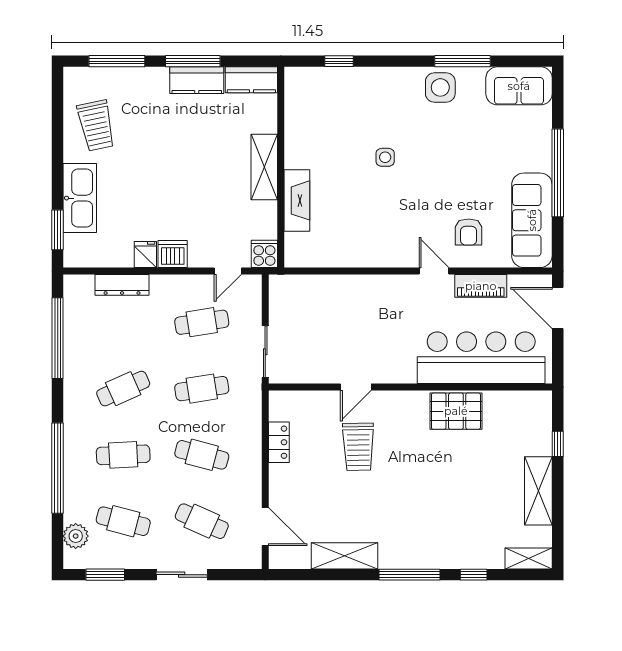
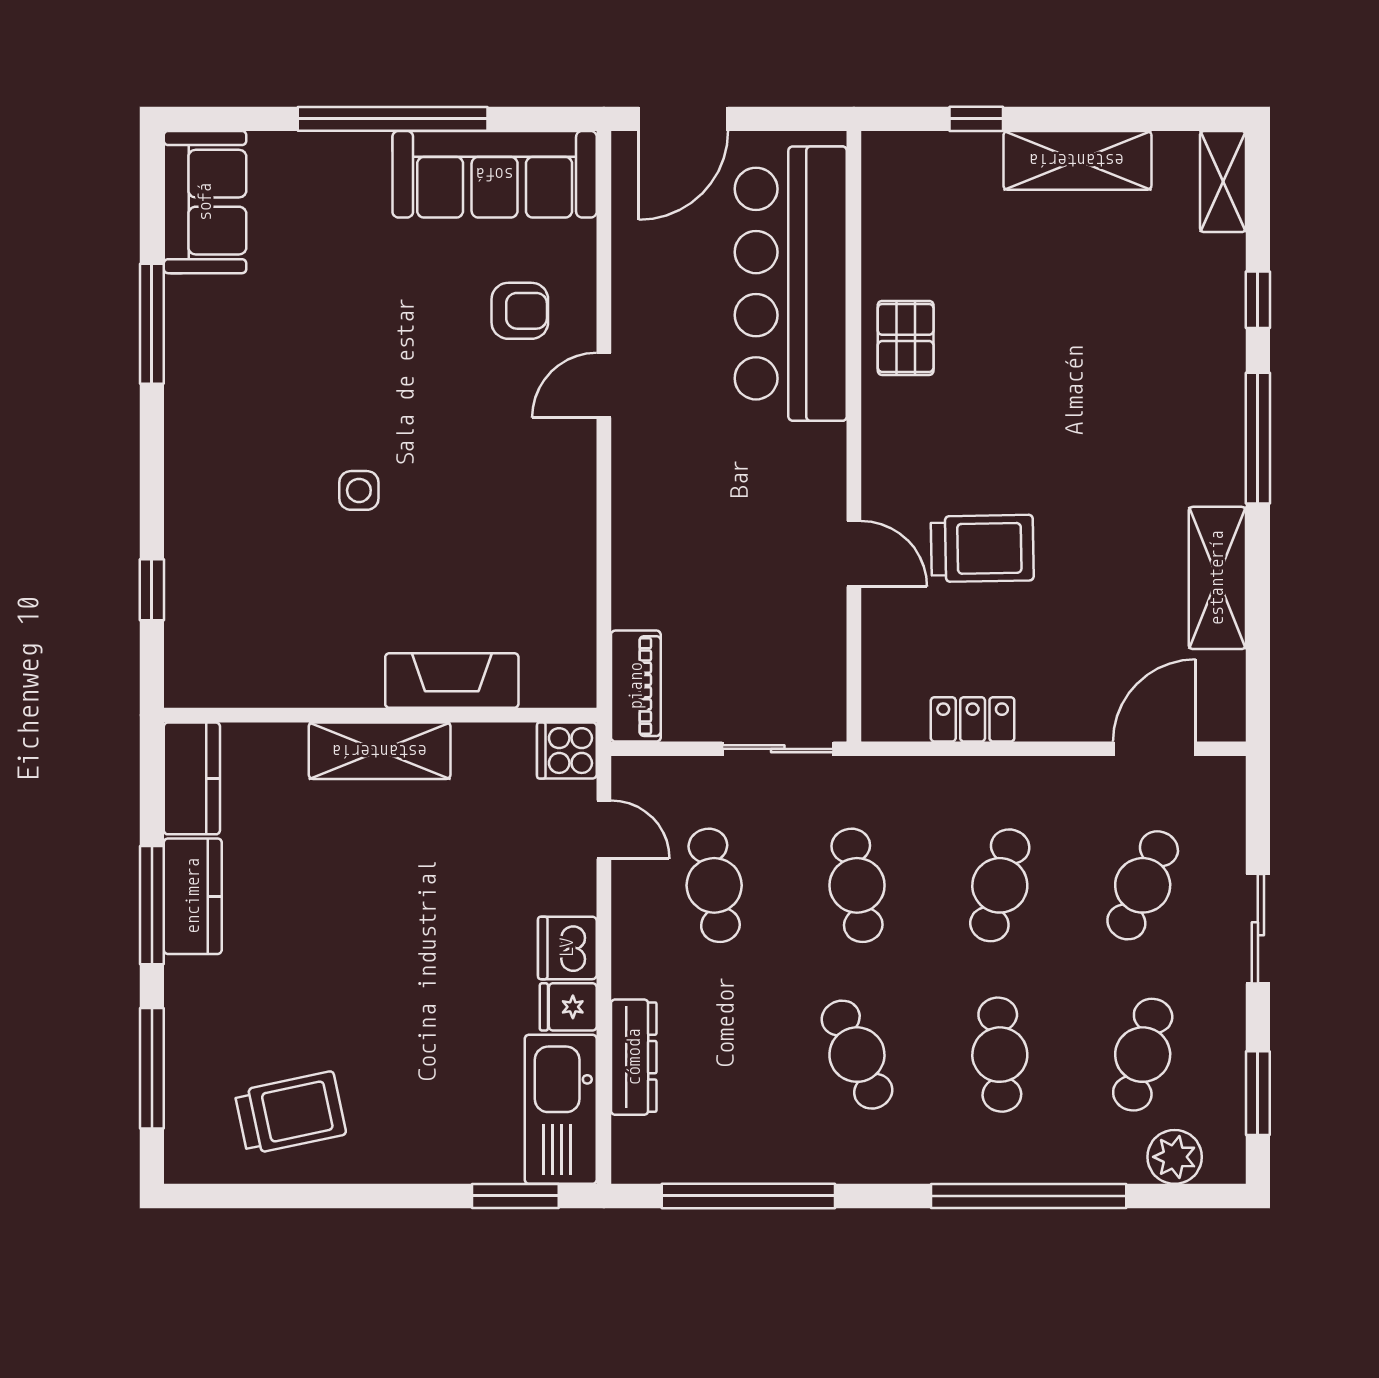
side table: (440, 87) -> (209, 372), removed
kitchen sink: (80, 198) -> (561, 1109), moved, turned -90
piano: (481, 286) -> (636, 686), moved
pallet: (456, 411) -> (906, 338), width x0.67, depth x0.71

